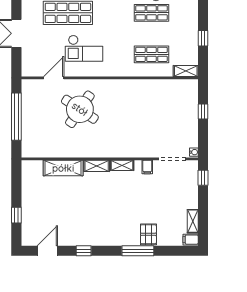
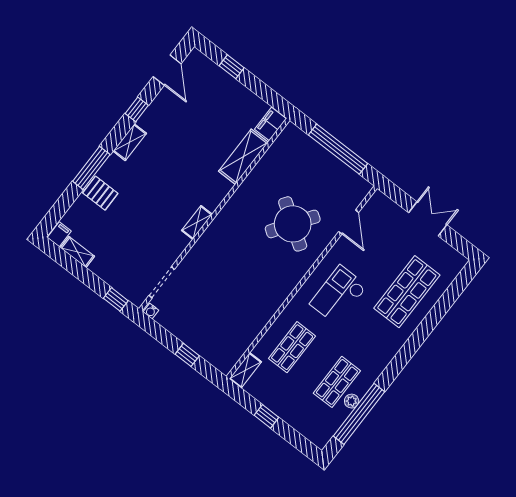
checkout: (84, 48) -> (338, 295), moved
shelving: (97, 166) -> (130, 142), moved
filing cabinet: (147, 167) -> (271, 124), moved, width x2.00

